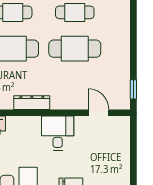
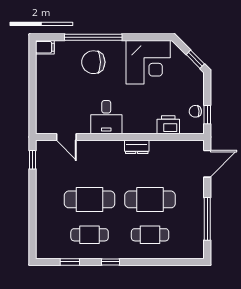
dresser: (32, 103) -> (137, 147), width x0.70

